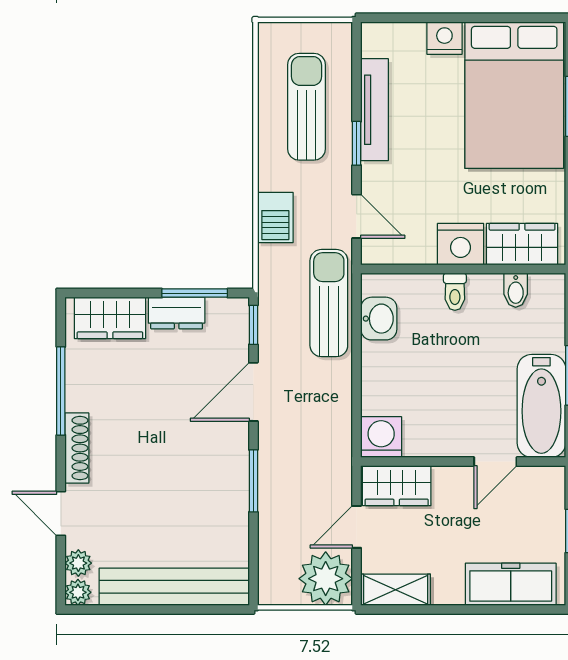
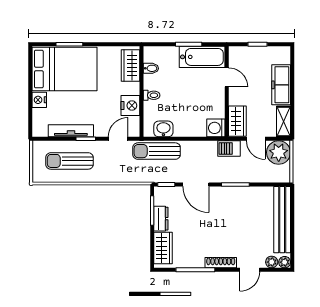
barbecue: (275, 218) -> (229, 148), moved, turned 180
nightstand: (461, 244) -> (130, 106), moved
freezer: (511, 584) -> (281, 85), moved

